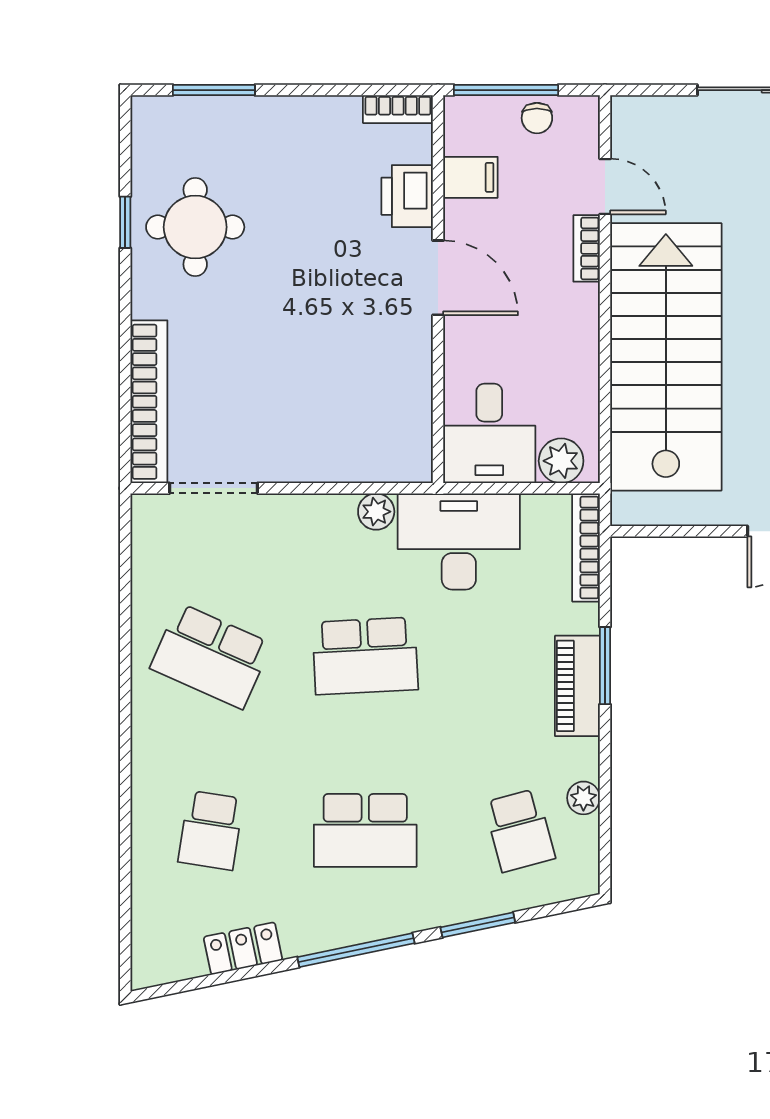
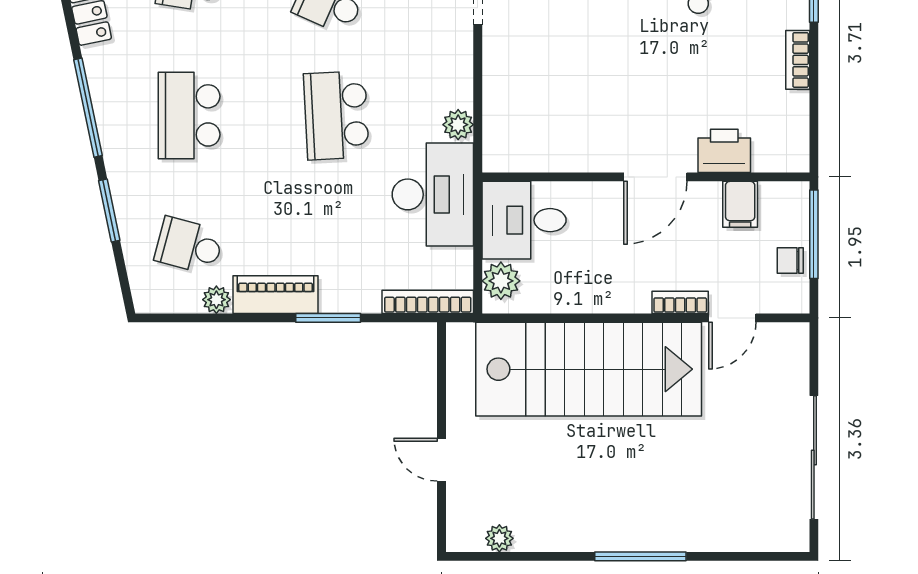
bookcase: (398, 109) -> (798, 60), moved
piano: (577, 686) -> (276, 295), moved
school desk: (520, 830) -> (189, 246), turned 30

